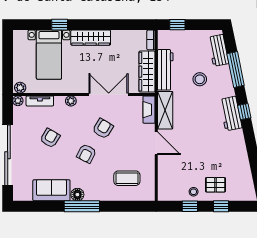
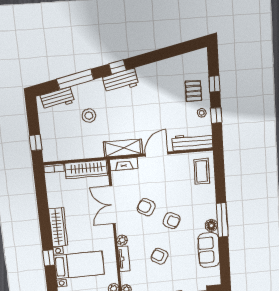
workbench: (165, 70) -> (193, 142), moved
tv unit: (40, 101) -> (124, 259), moved
coffee table: (127, 178) -> (202, 171), moved

